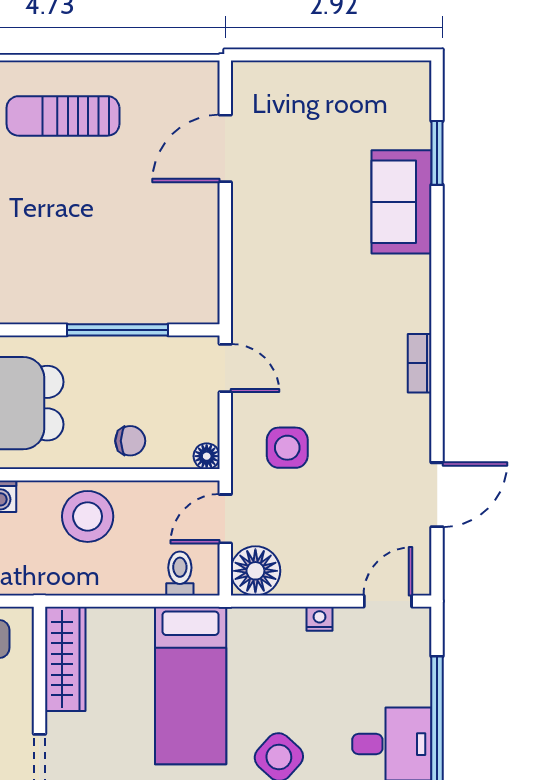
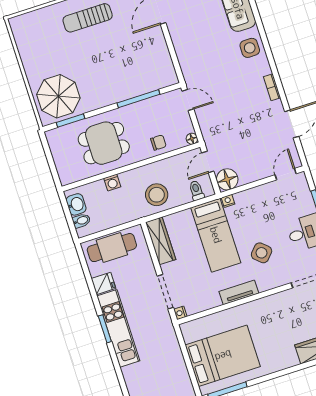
bookcase: (420, 363) -> (272, 87), moved
side table: (287, 448) -> (250, 48), moved
stool: (88, 516) -> (157, 195), moved
nightstand: (319, 619) -> (228, 201), moved

